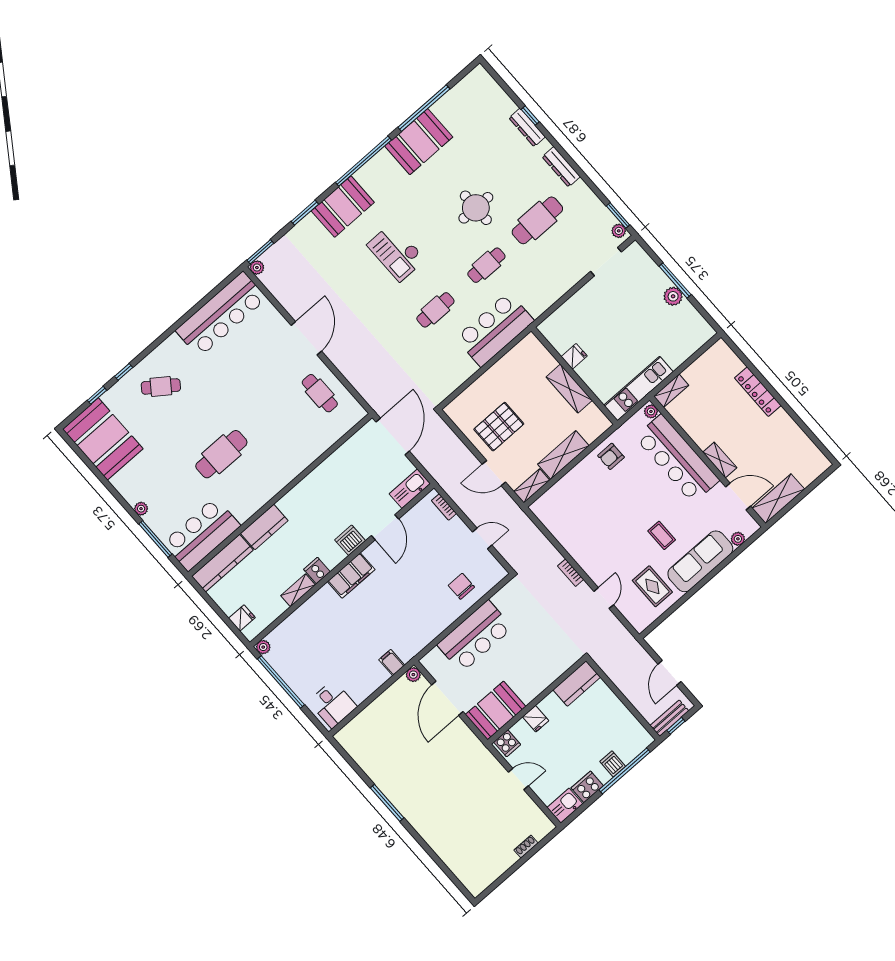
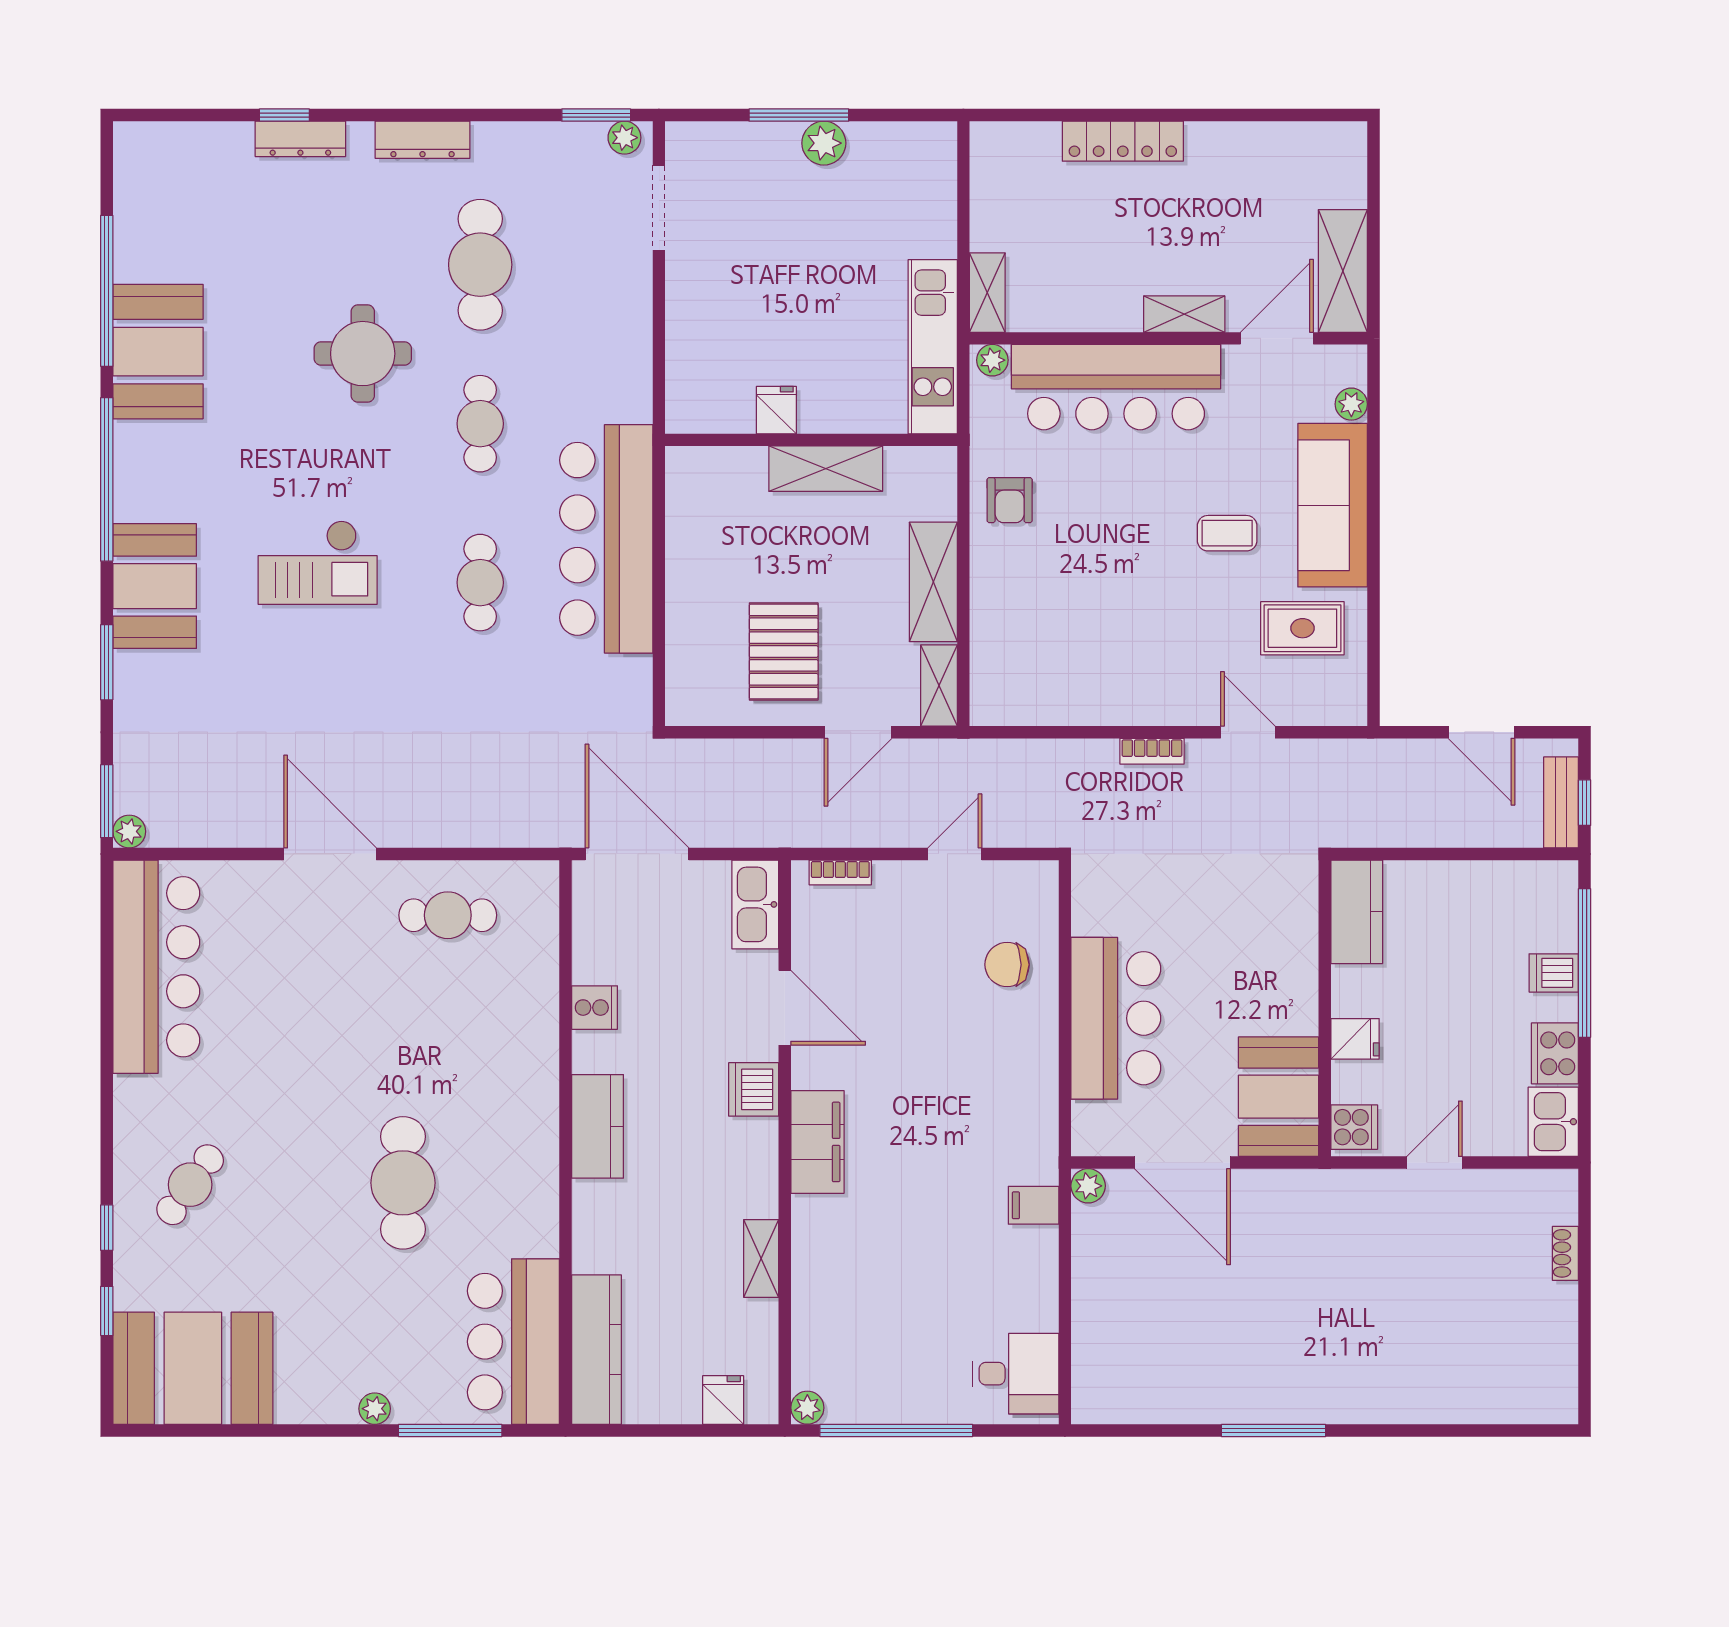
bar counter: (495, 329) -> (606, 539), width x1.36
kitchen counter: (264, 527) -> (598, 1126), moved
cooker: (317, 571) -> (595, 1008), moved, turned 180

